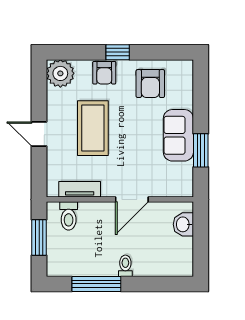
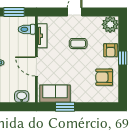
armchair: (104, 73) -> (111, 50), turned -90
coffee table: (93, 128) -> (78, 44), width x0.54, depth x0.58
sofa: (178, 135) -> (55, 94), moved

